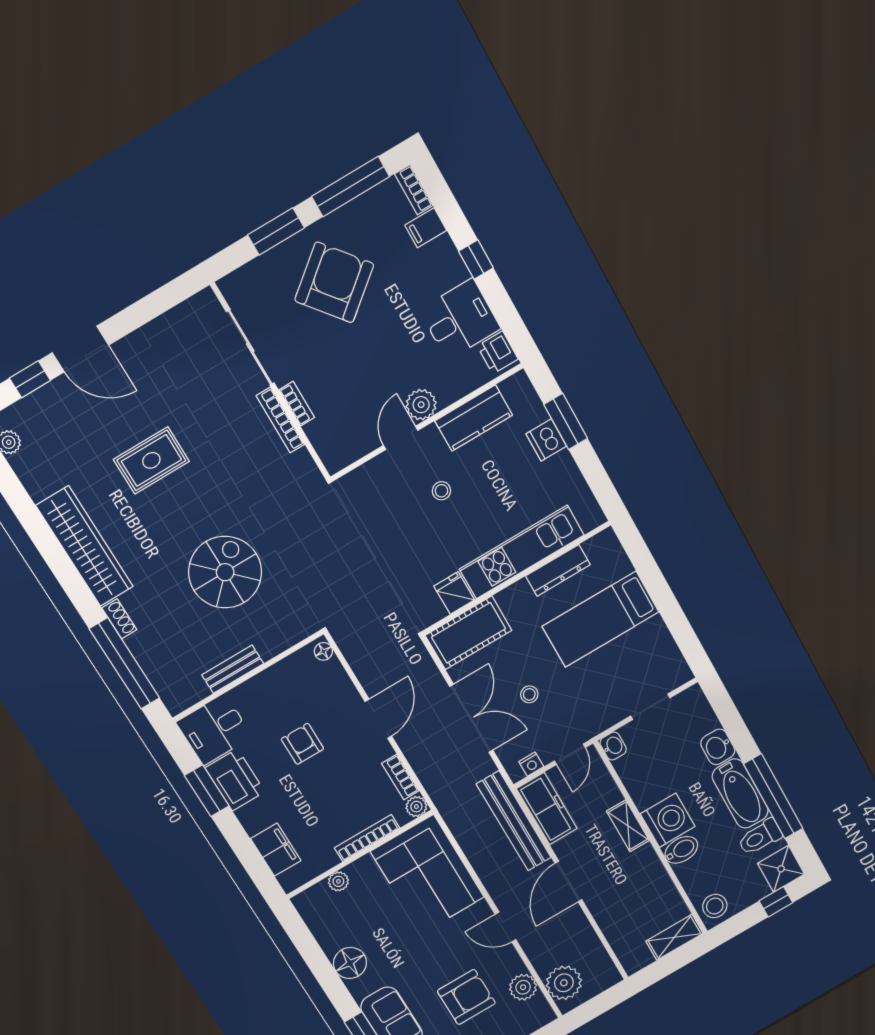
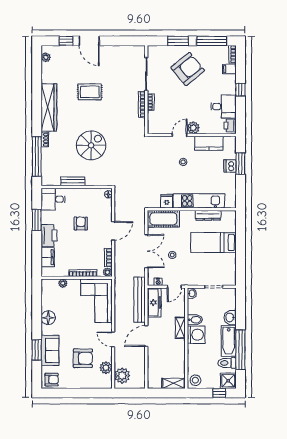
printer: (235, 780) -> (49, 236), moved
bidet: (681, 850) -> (195, 320), moved

